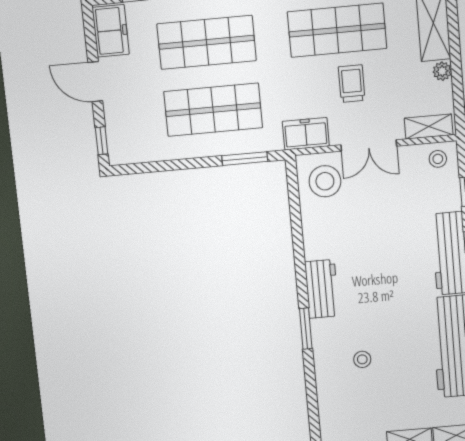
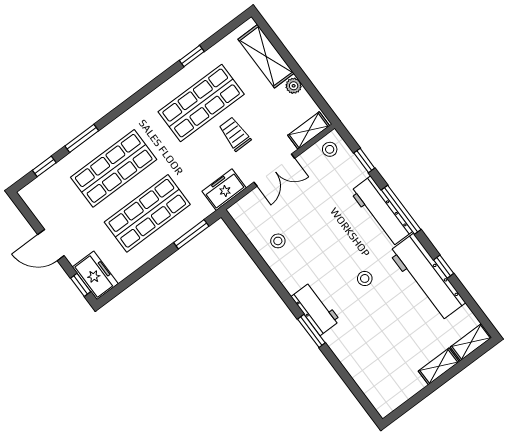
freezer: (111, 31) -> (95, 275), moved
stool: (325, 181) -> (278, 241), moved, width x0.53, depth x0.53
workbench: (322, 289) -> (316, 309), moved
stool: (362, 359) -> (365, 278), moved

